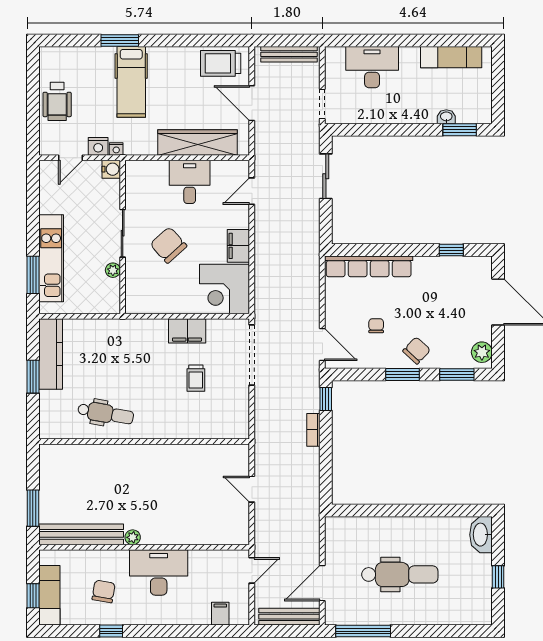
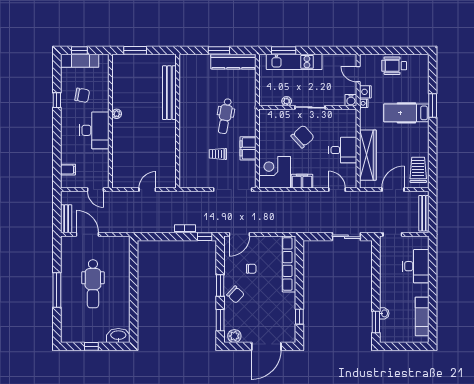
dental chair: (106, 413) -> (225, 116), moved
bench: (81, 534) -> (169, 93), moved
bench: (289, 617) -> (66, 219), width x0.73
window: (363, 631) -> (57, 290), moved

